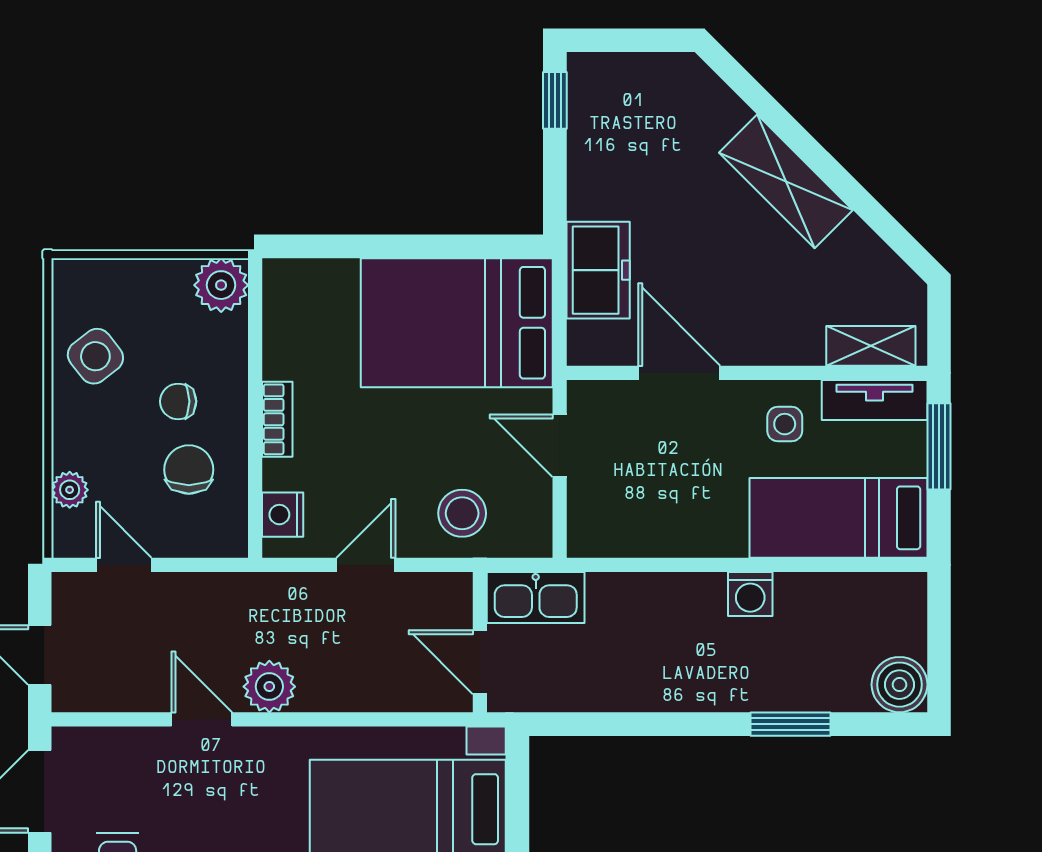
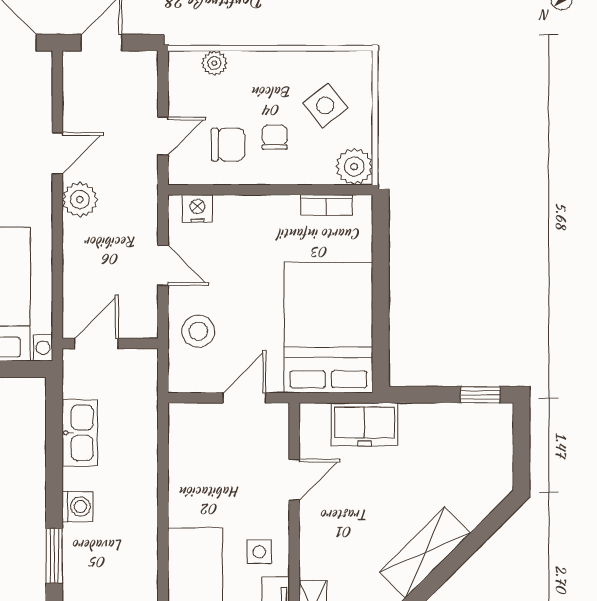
side table: (95, 356) -> (325, 105), moved
door: (679, 373) -> (294, 480), width x0.73
bookcase: (277, 419) -> (326, 205), moved
door: (124, 565) -> (163, 136), moved
washing machine: (750, 594) -> (77, 507), moved, turned 180
kitchen sink: (536, 598) -> (80, 433), moved, turned 180

